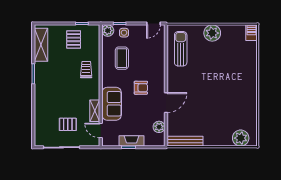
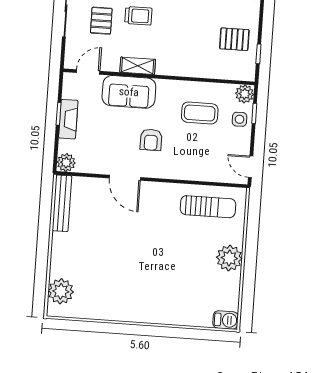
trolley: (86, 70) -> (138, 16), moved
shelving: (95, 111) -> (138, 66), moved
plant: (159, 127) -> (66, 163), moved

